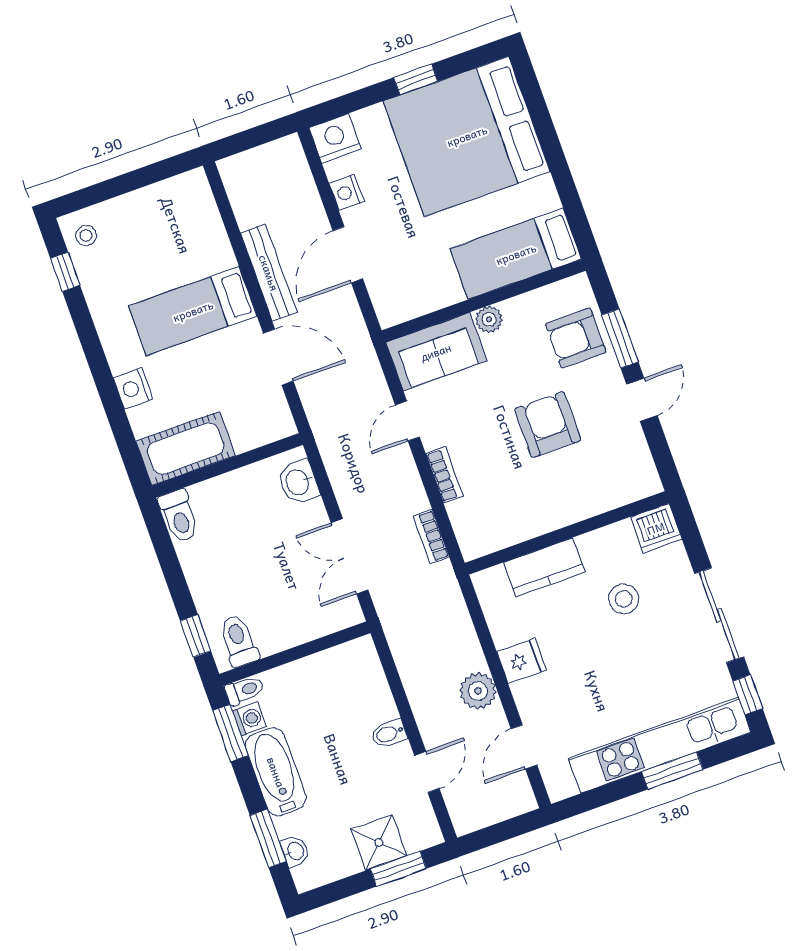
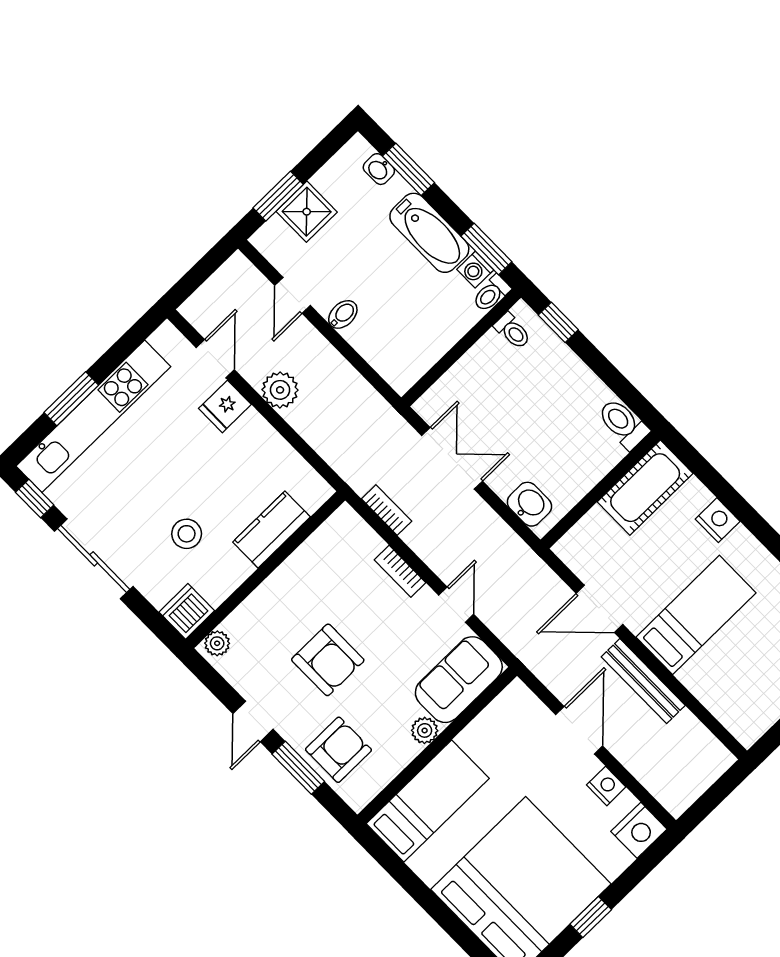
plant: (642, 486) -> (217, 643), added
toilet: (239, 641) -> (513, 331), width x0.73, depth x0.72
fridge: (522, 661) -> (225, 406), moved

